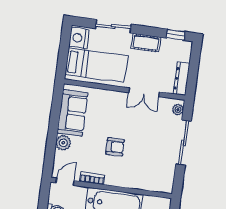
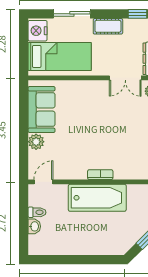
double door: (144, 92) -> (125, 78), moved
armchair: (115, 147) -> (90, 139), removed
bookcase: (92, 178) -> (100, 175), moved

